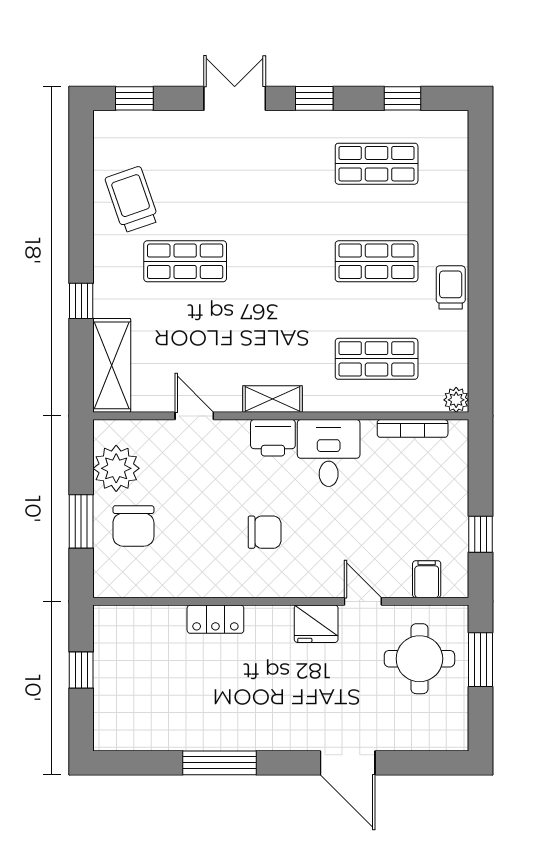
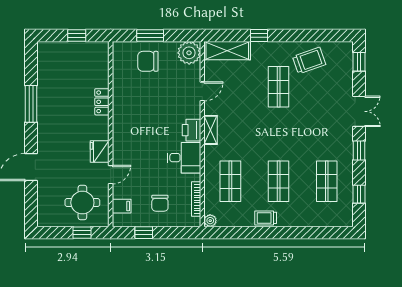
trolley: (451, 287) -> (266, 218), turned 180
plant: (116, 468) -> (189, 53), moved
chair: (265, 532) -> (160, 203), moved
window: (480, 660) -> (82, 233), width x0.67

